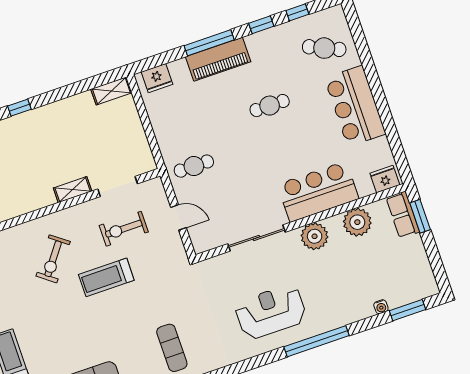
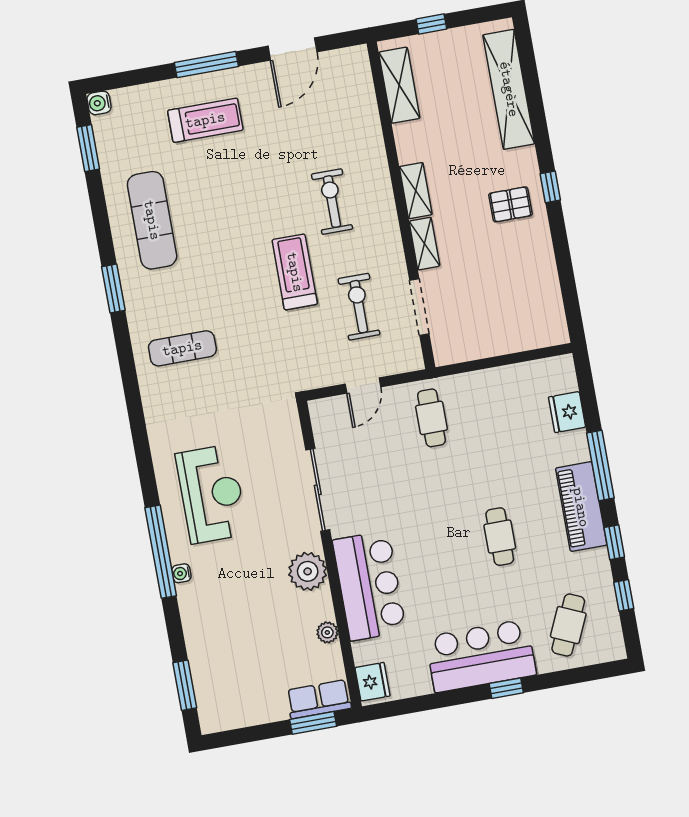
piano: (218, 59) -> (581, 507), moved
fridge: (157, 78) -> (567, 412), moved
window: (375, 85) -> (506, 688), added
shelving: (111, 91) -> (416, 191), moved
pallet: (36, 134) -> (511, 204), added
plant: (357, 222) -> (327, 632), width x0.53, depth x0.53
exercise bike: (53, 259) -> (332, 202), turned 53
water cooler: (381, 307) -> (181, 573), moved

